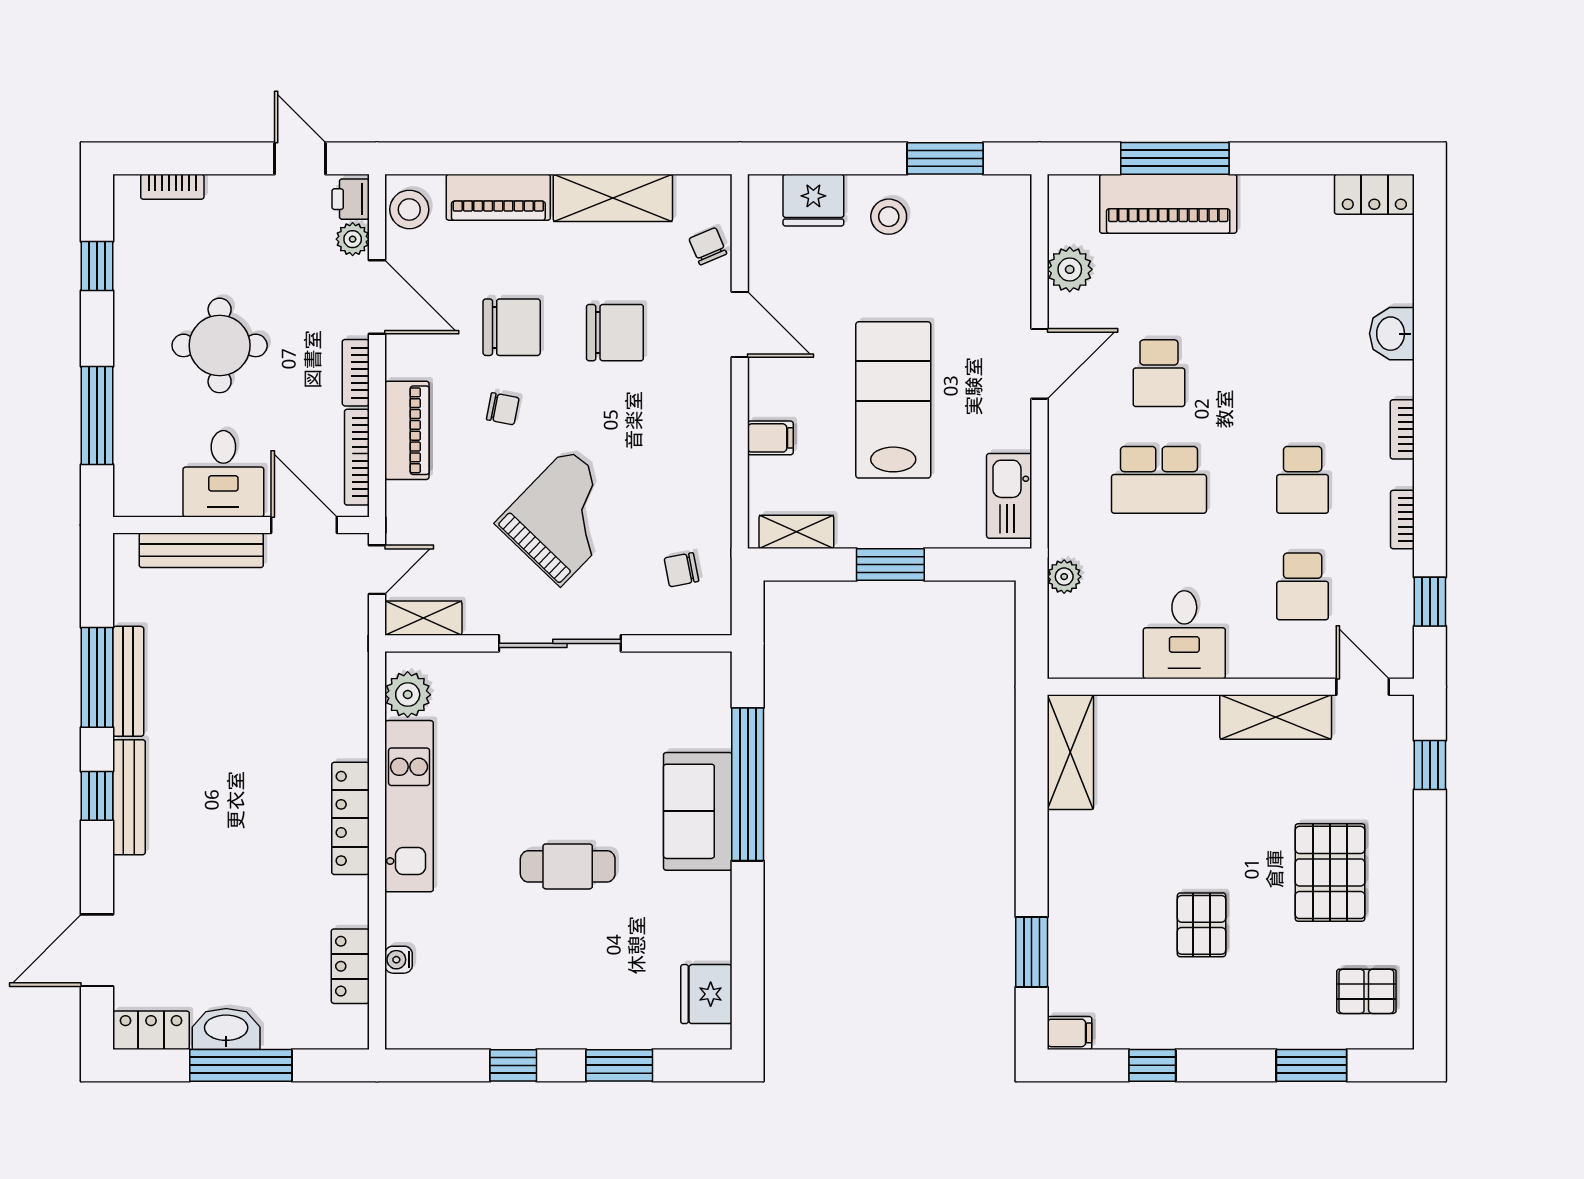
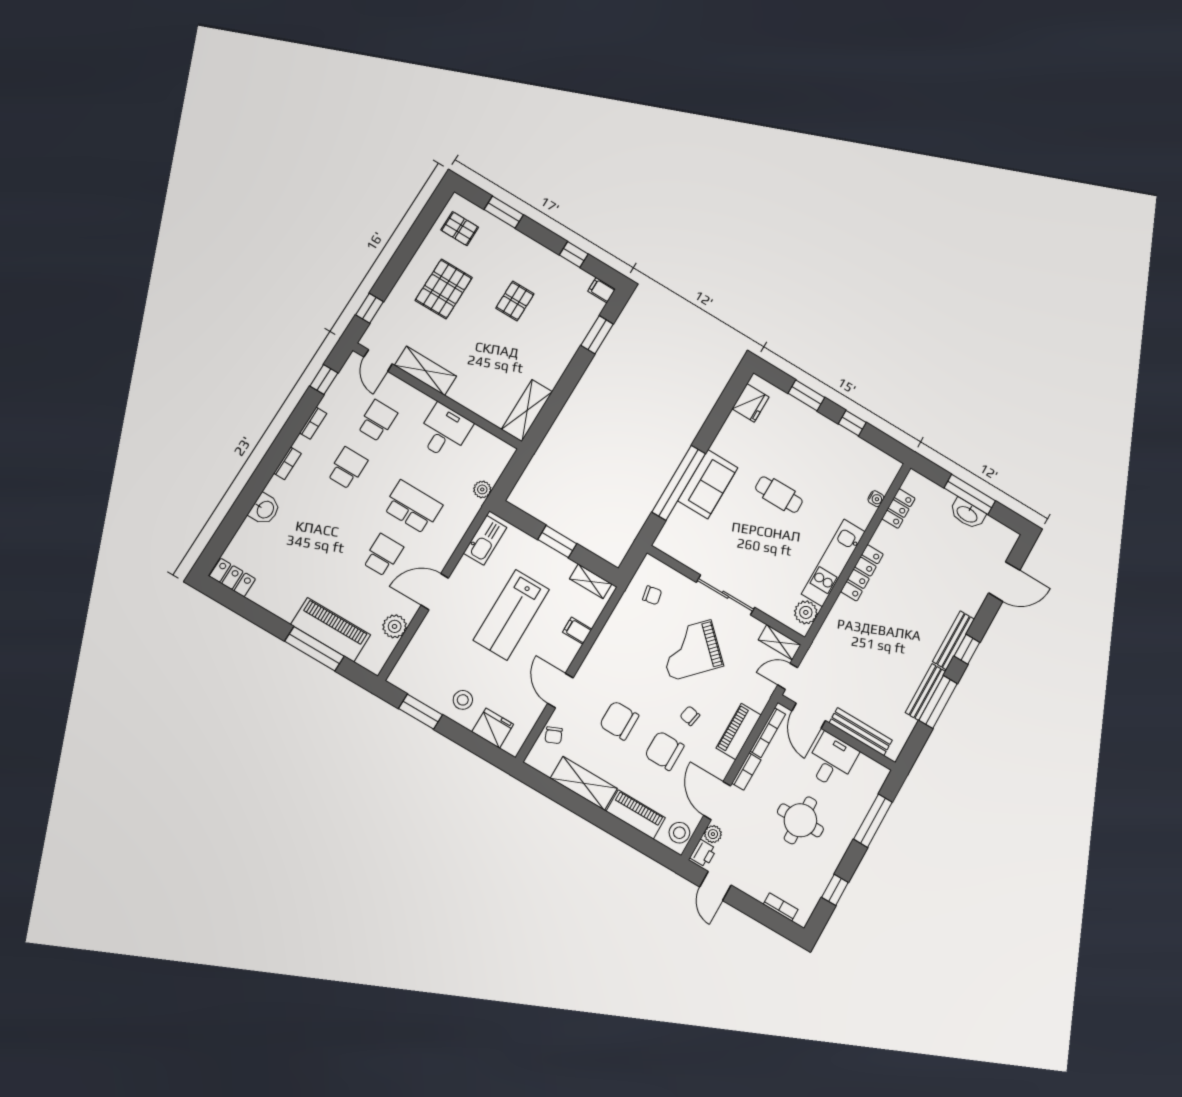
locker: (151, 1030) -> (1000, 533), removed

